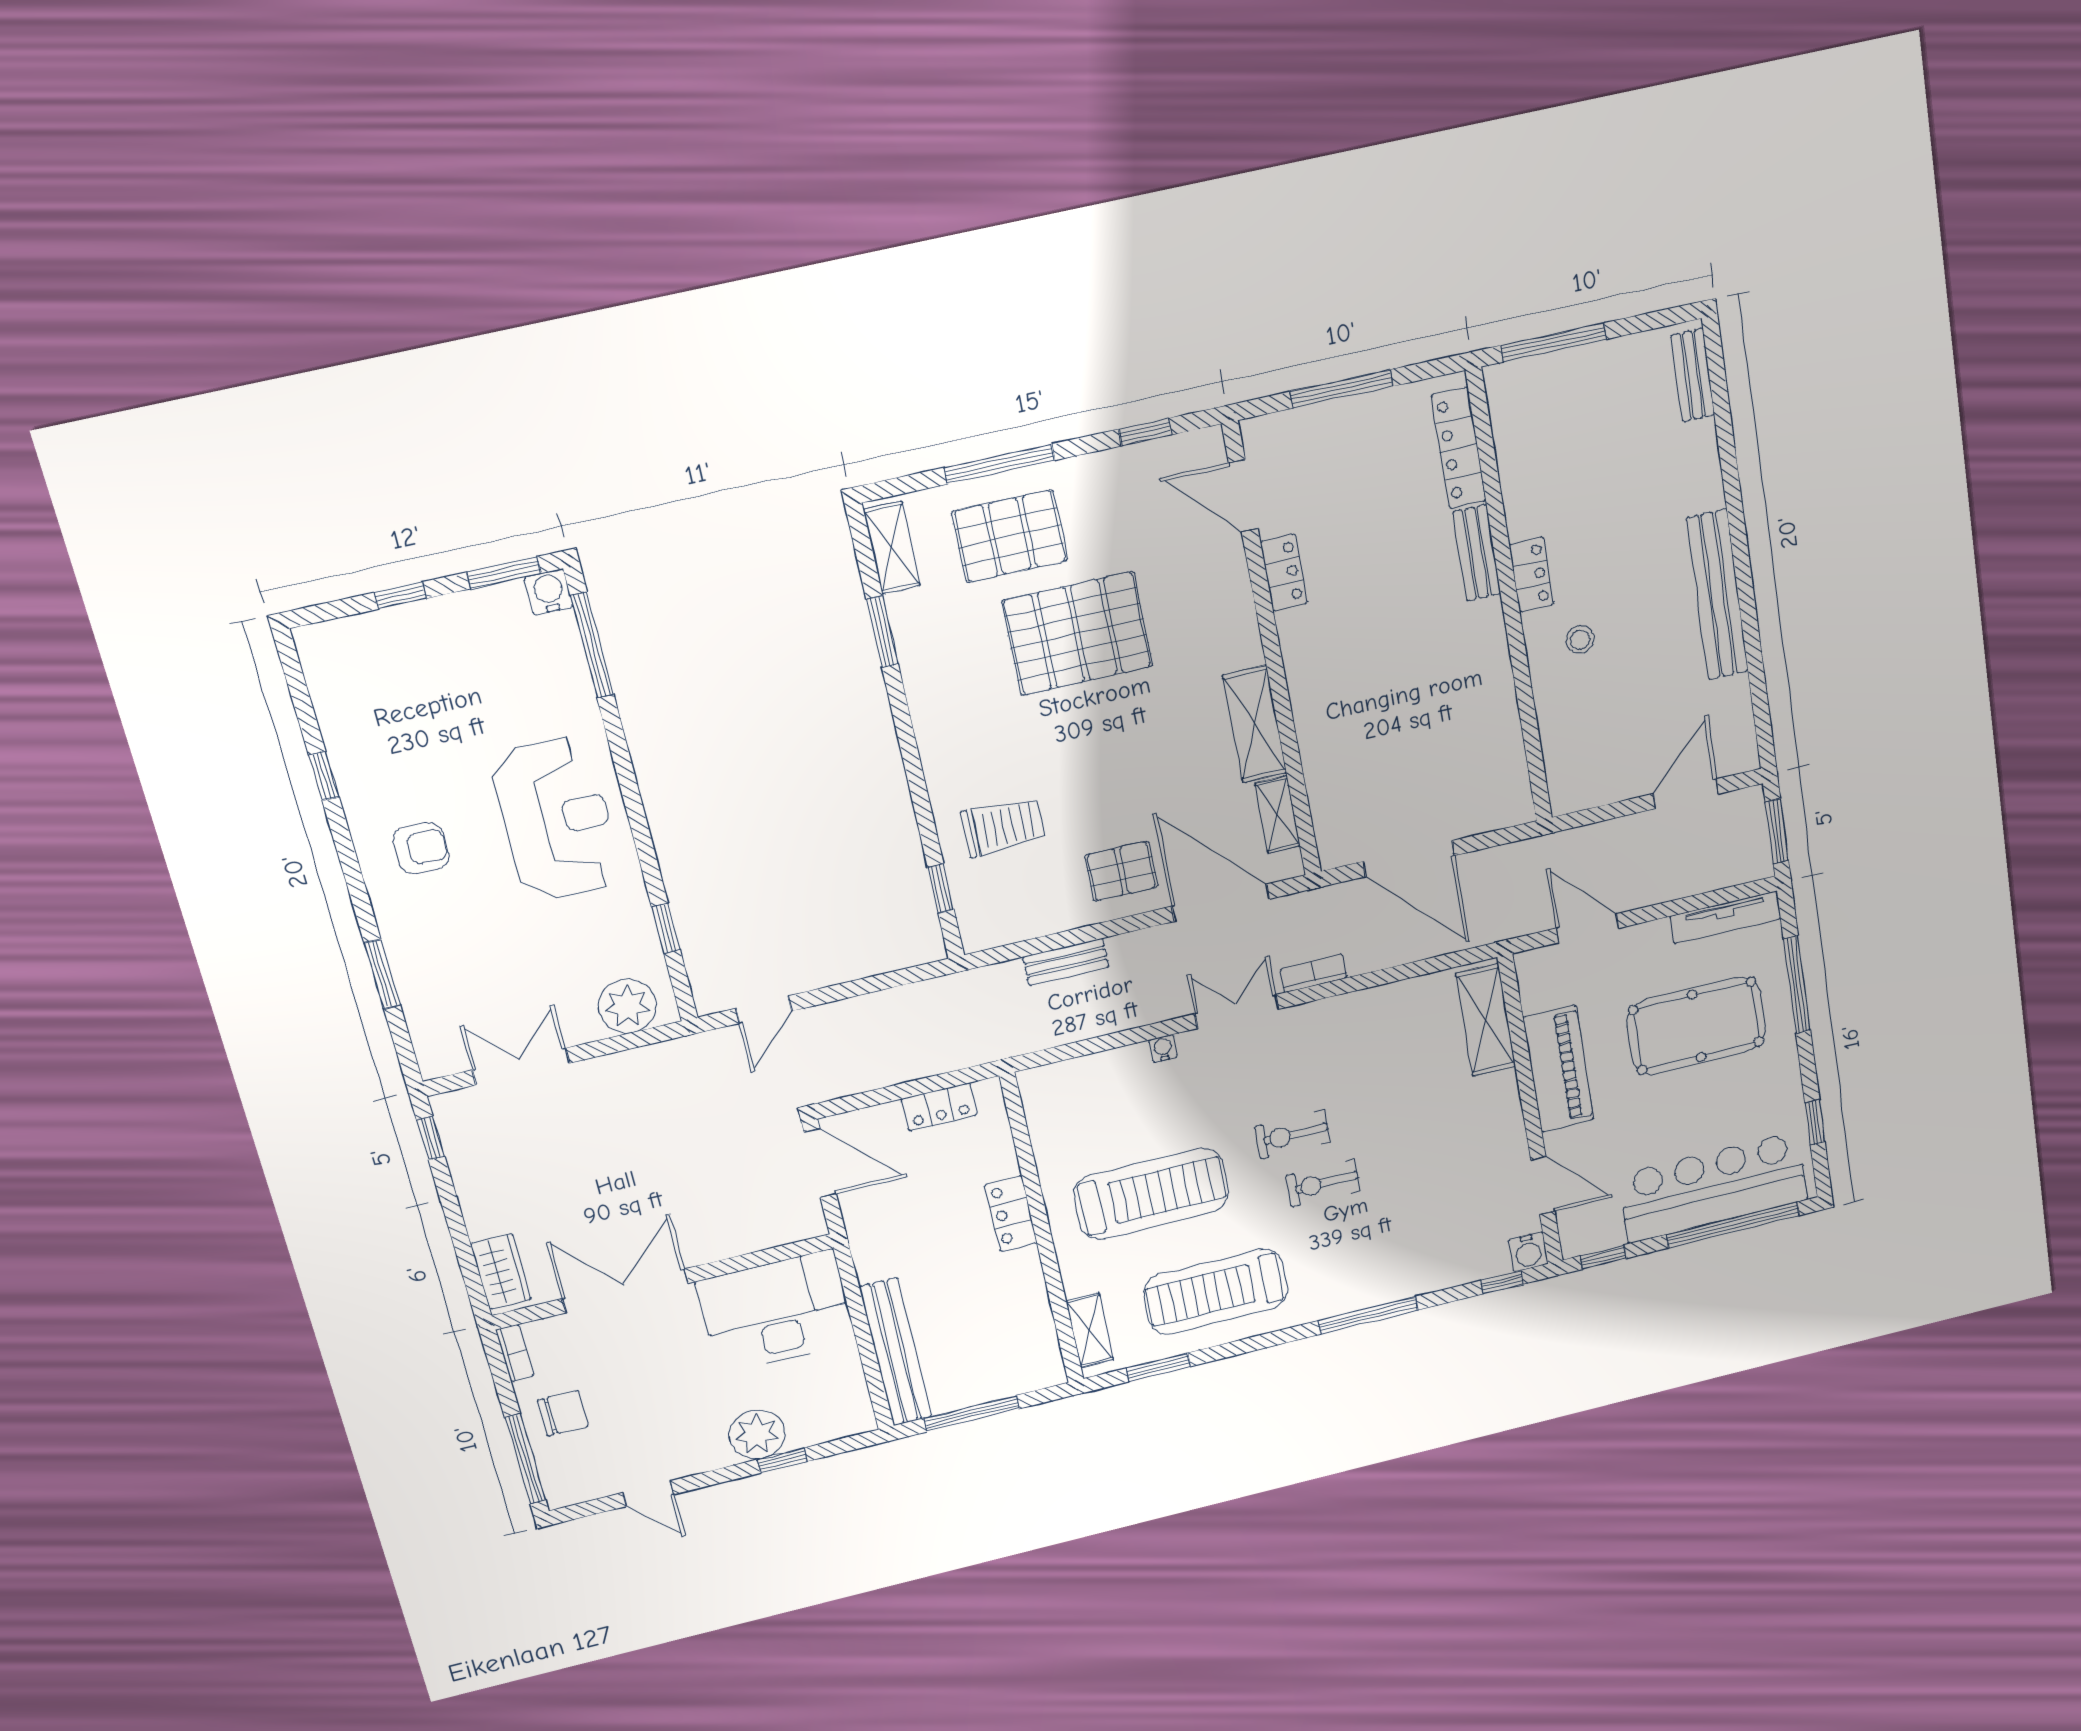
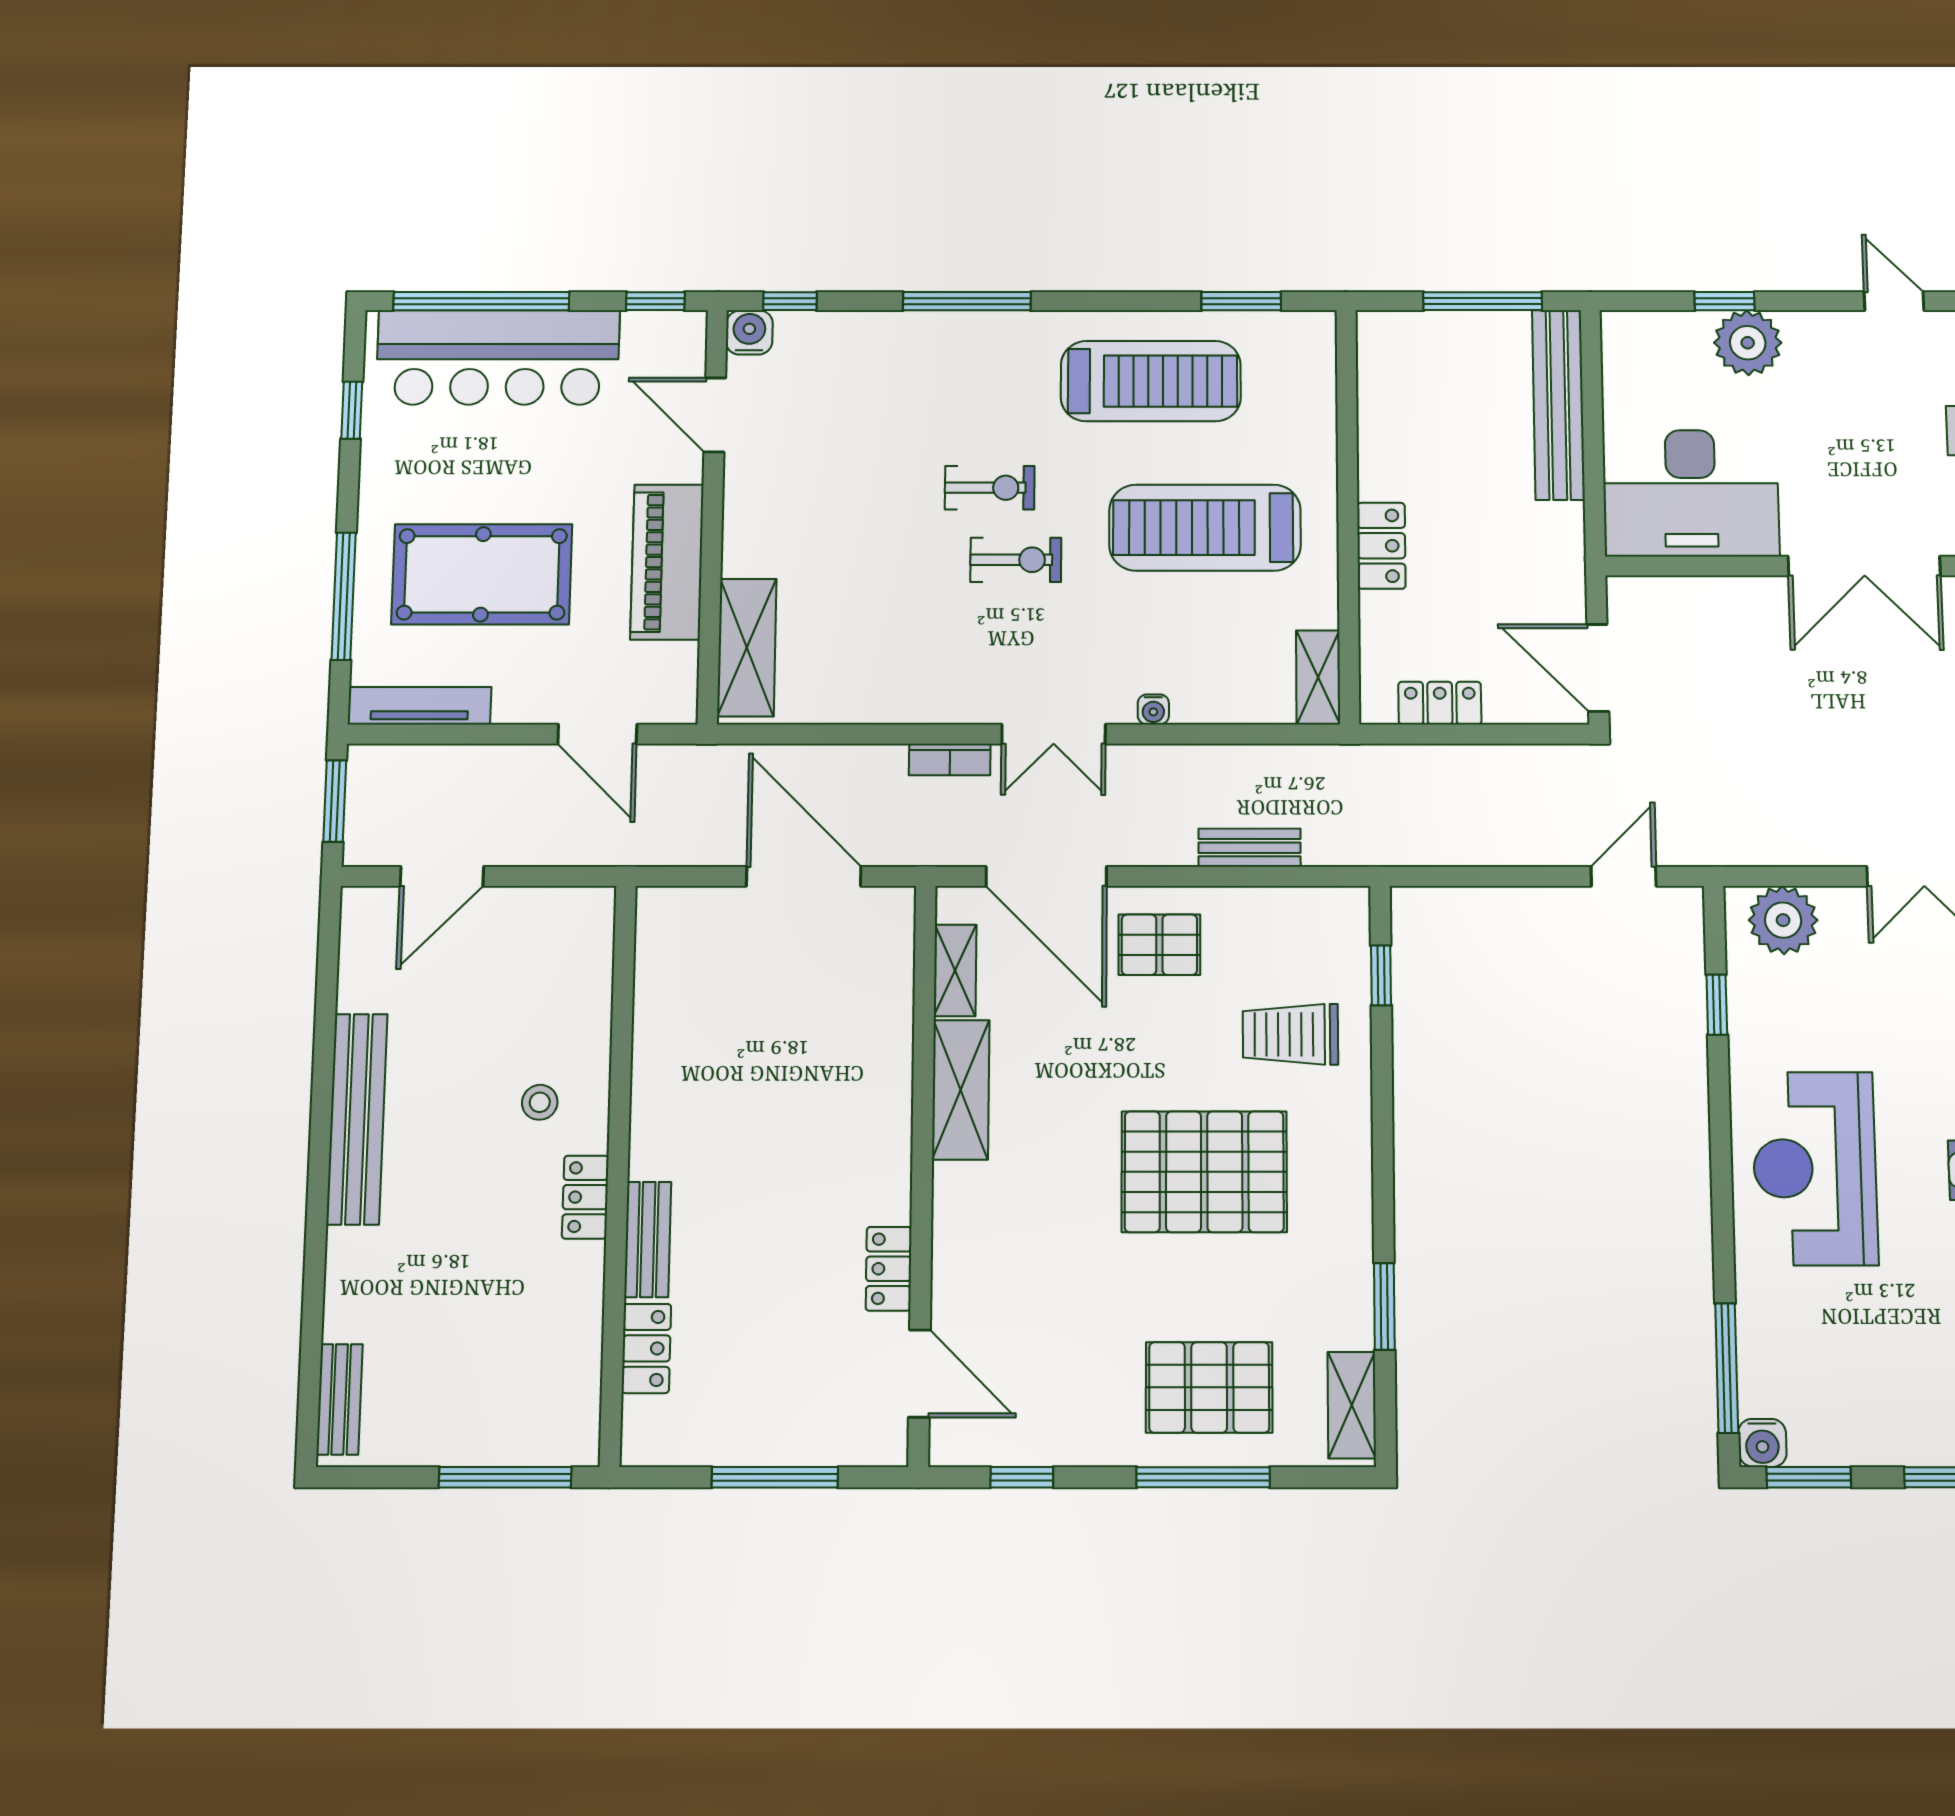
locker: (1459, 448) -> (646, 1348), width x0.66
pallet: (1077, 634) -> (1204, 1172), moved
shelving: (1090, 1330) -> (1318, 677), moved

